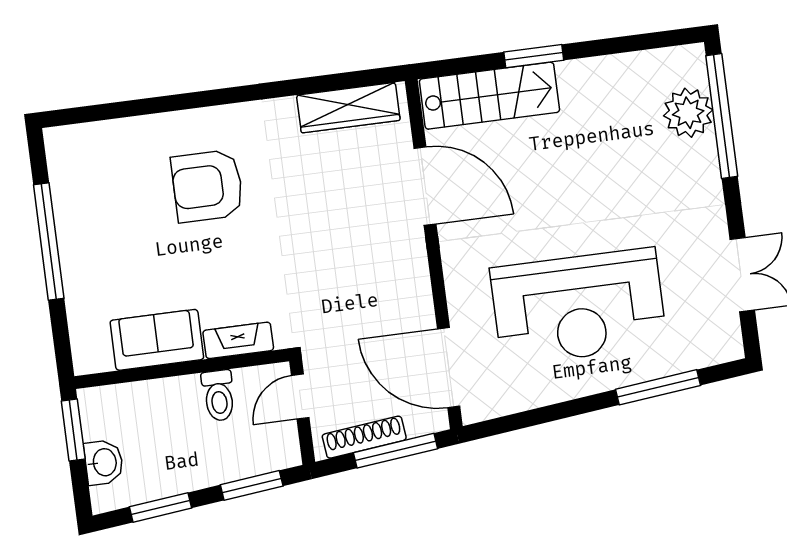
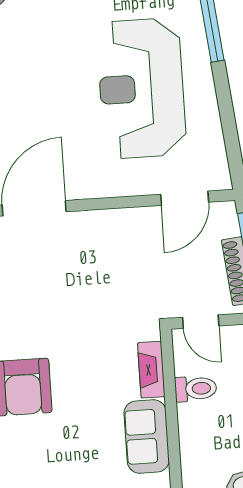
reception desk: (578, 307) -> (141, 88), turned 180
door: (449, 368) -> (185, 198), width x0.73

